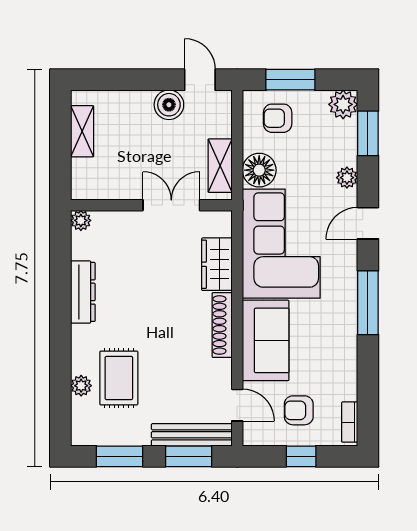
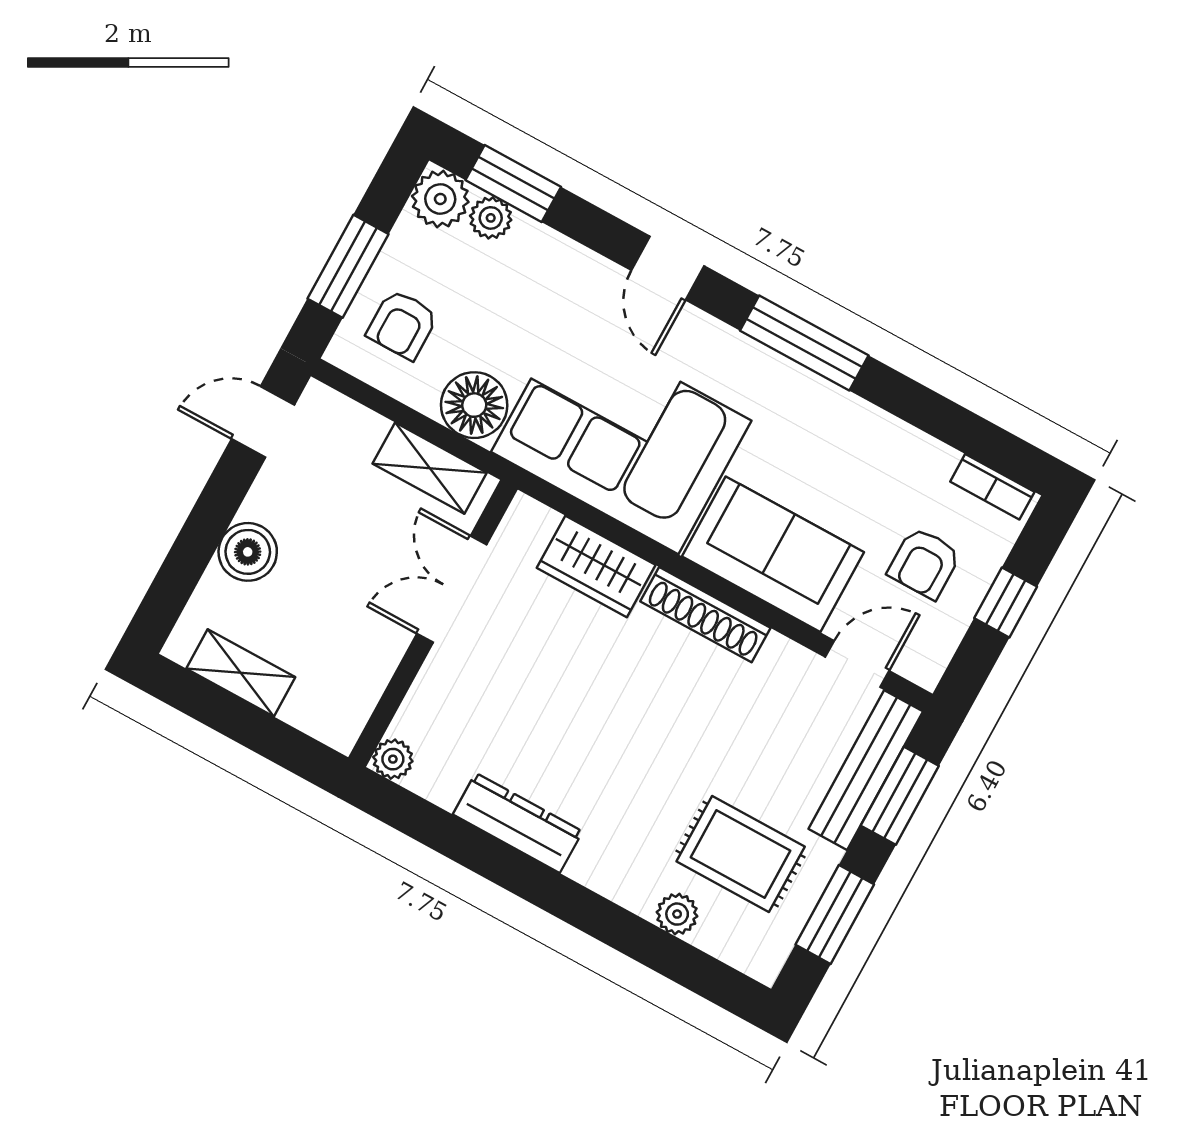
boiler: (169, 105) -> (248, 552), moved
plant: (347, 178) -> (491, 218), moved
rug: (119, 378) -> (741, 854), moved

